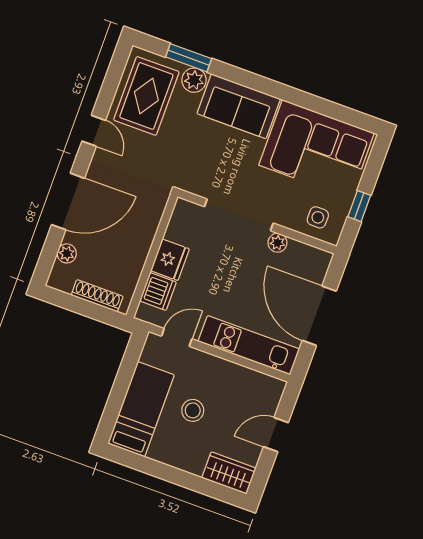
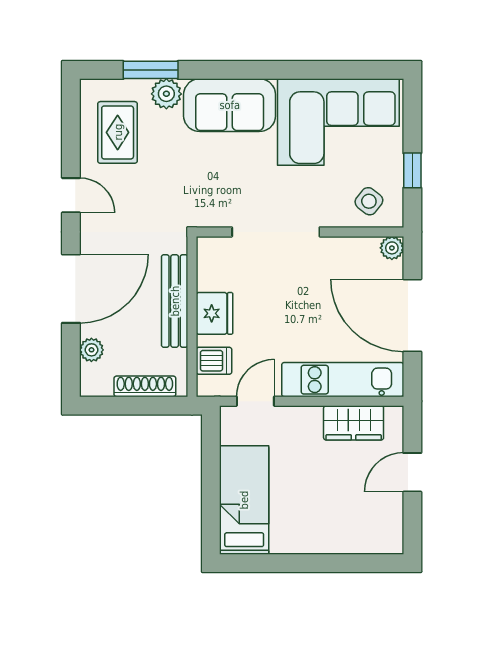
rug: (146, 96) -> (118, 132), width x0.73, depth x0.70
side table: (318, 217) -> (369, 201), turned 38
bench: (143, 239) -> (175, 301), added
plant: (277, 243) -> (392, 248), moved
dishwasher: (158, 292) -> (214, 361), width x0.73
stool: (193, 410) -> (305, 479), removed
wardrobe: (229, 473) -> (354, 423), moved, turned 180

